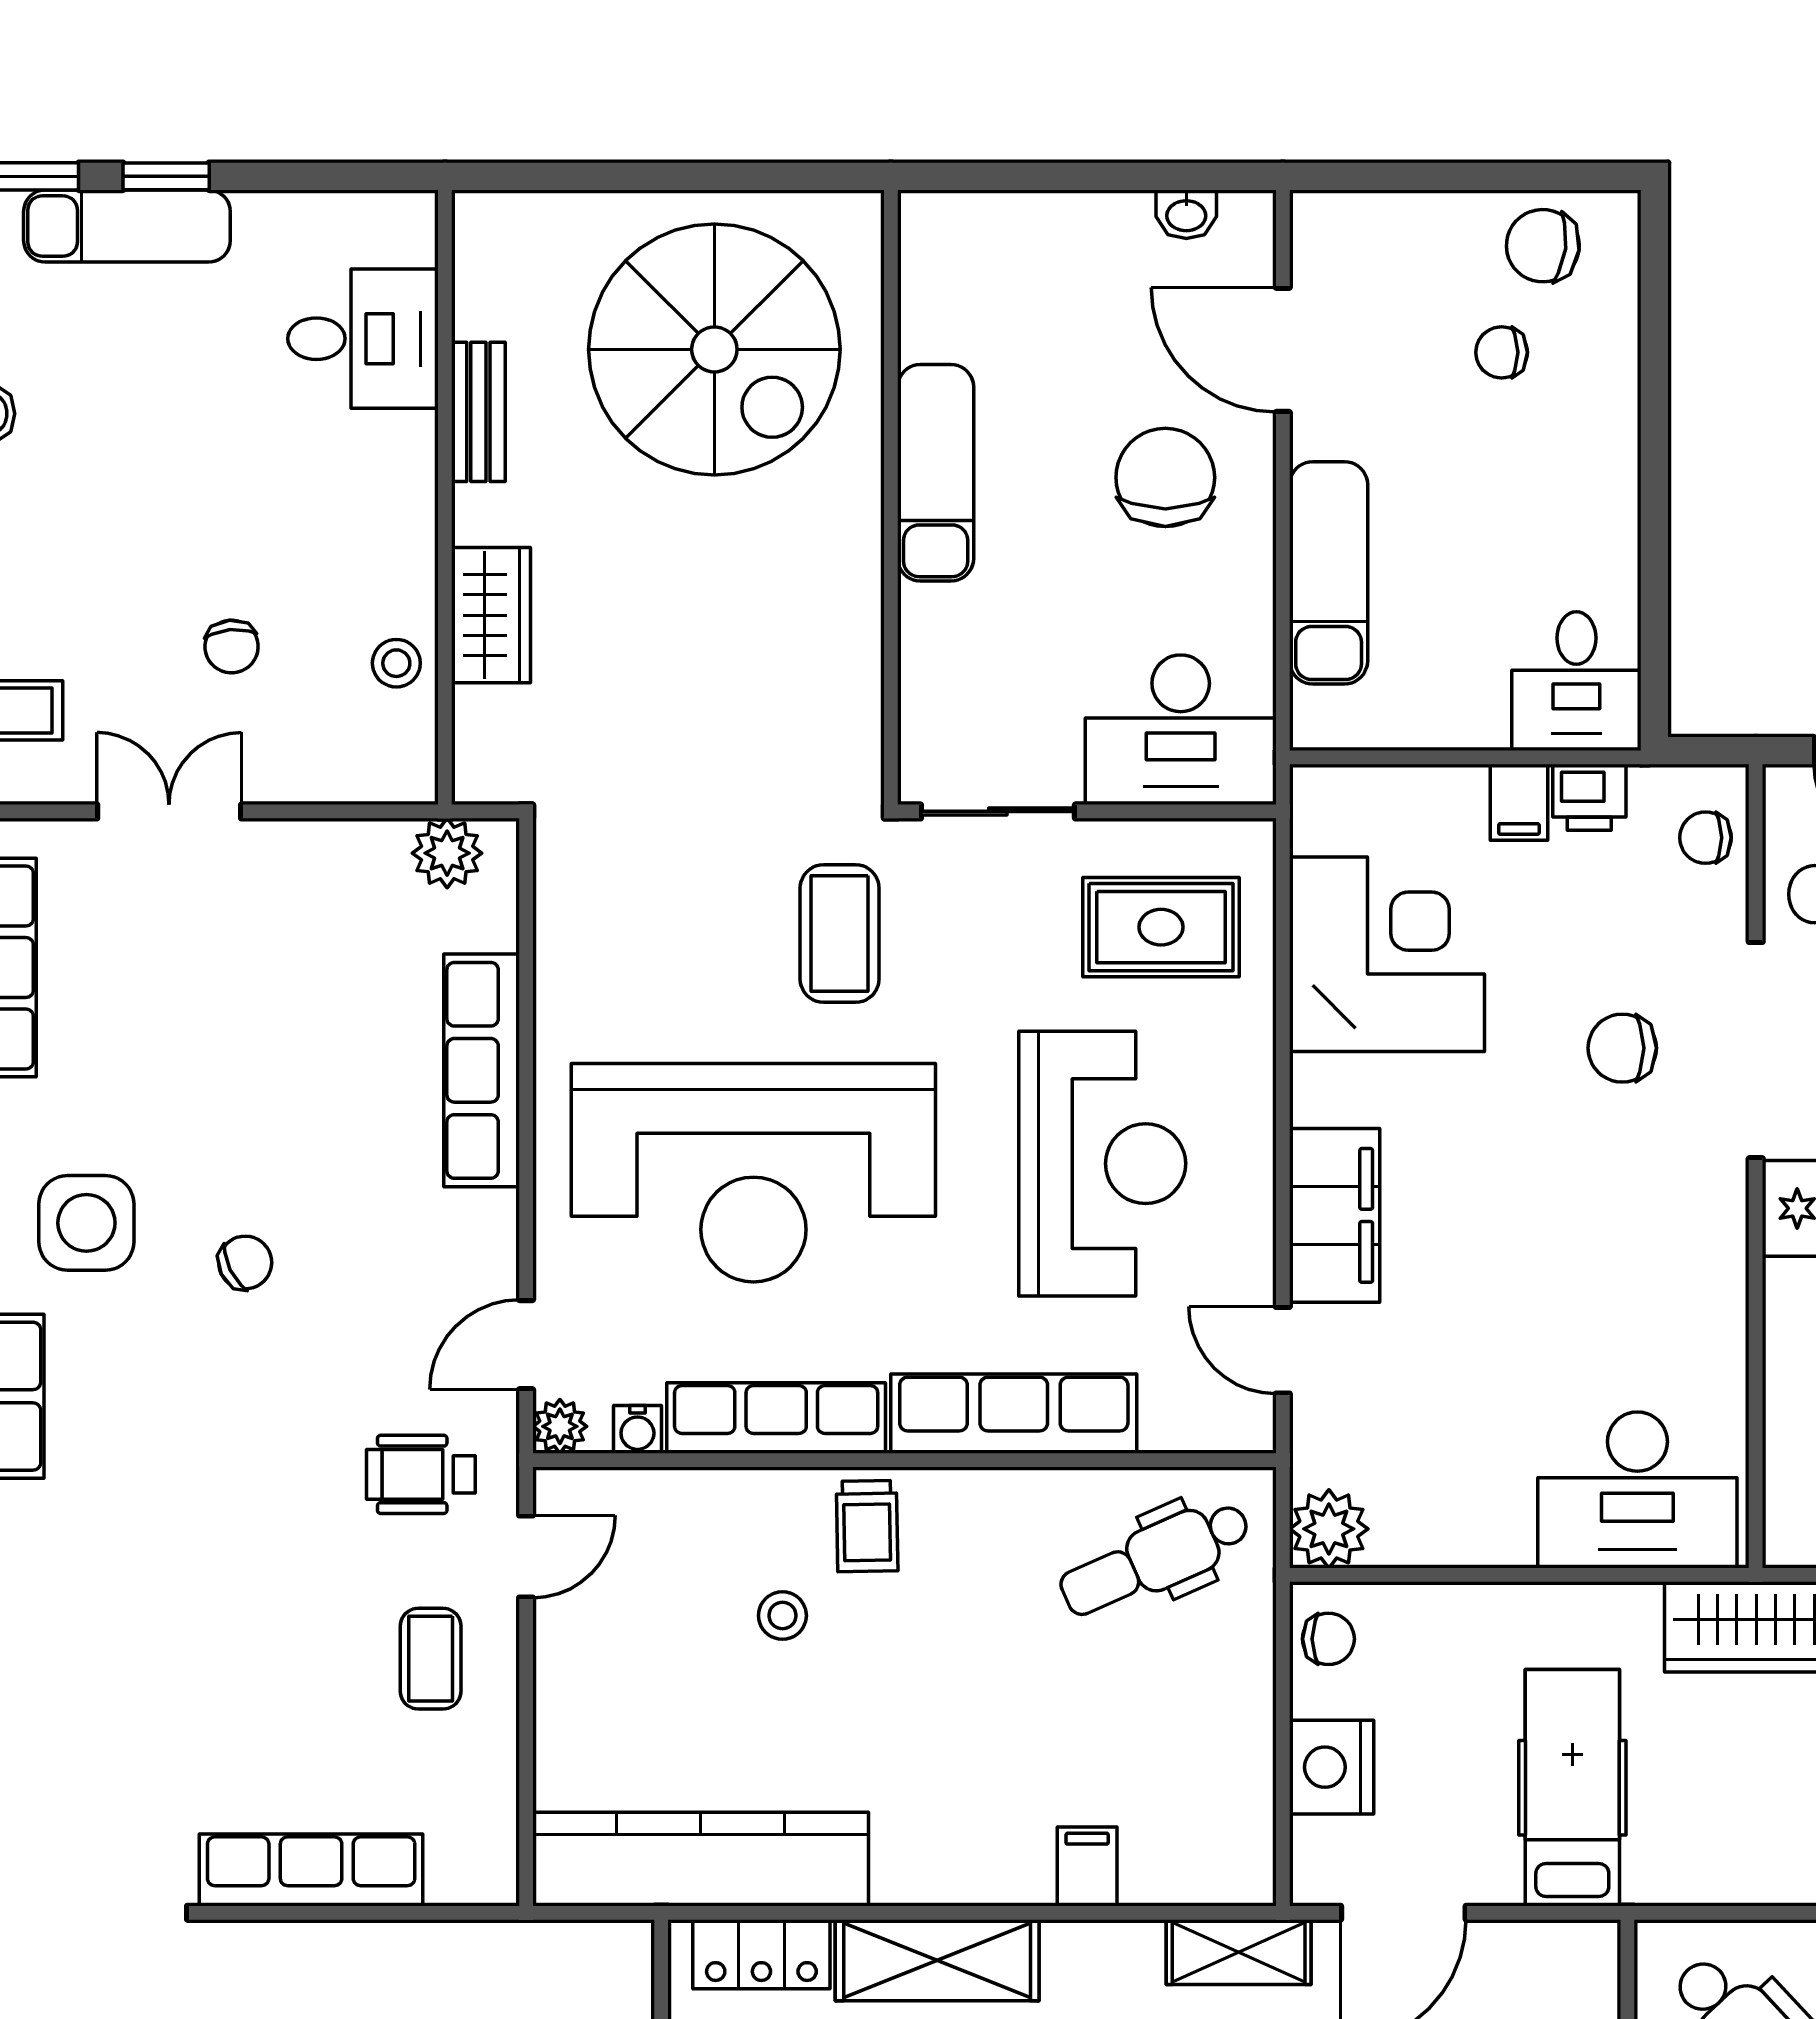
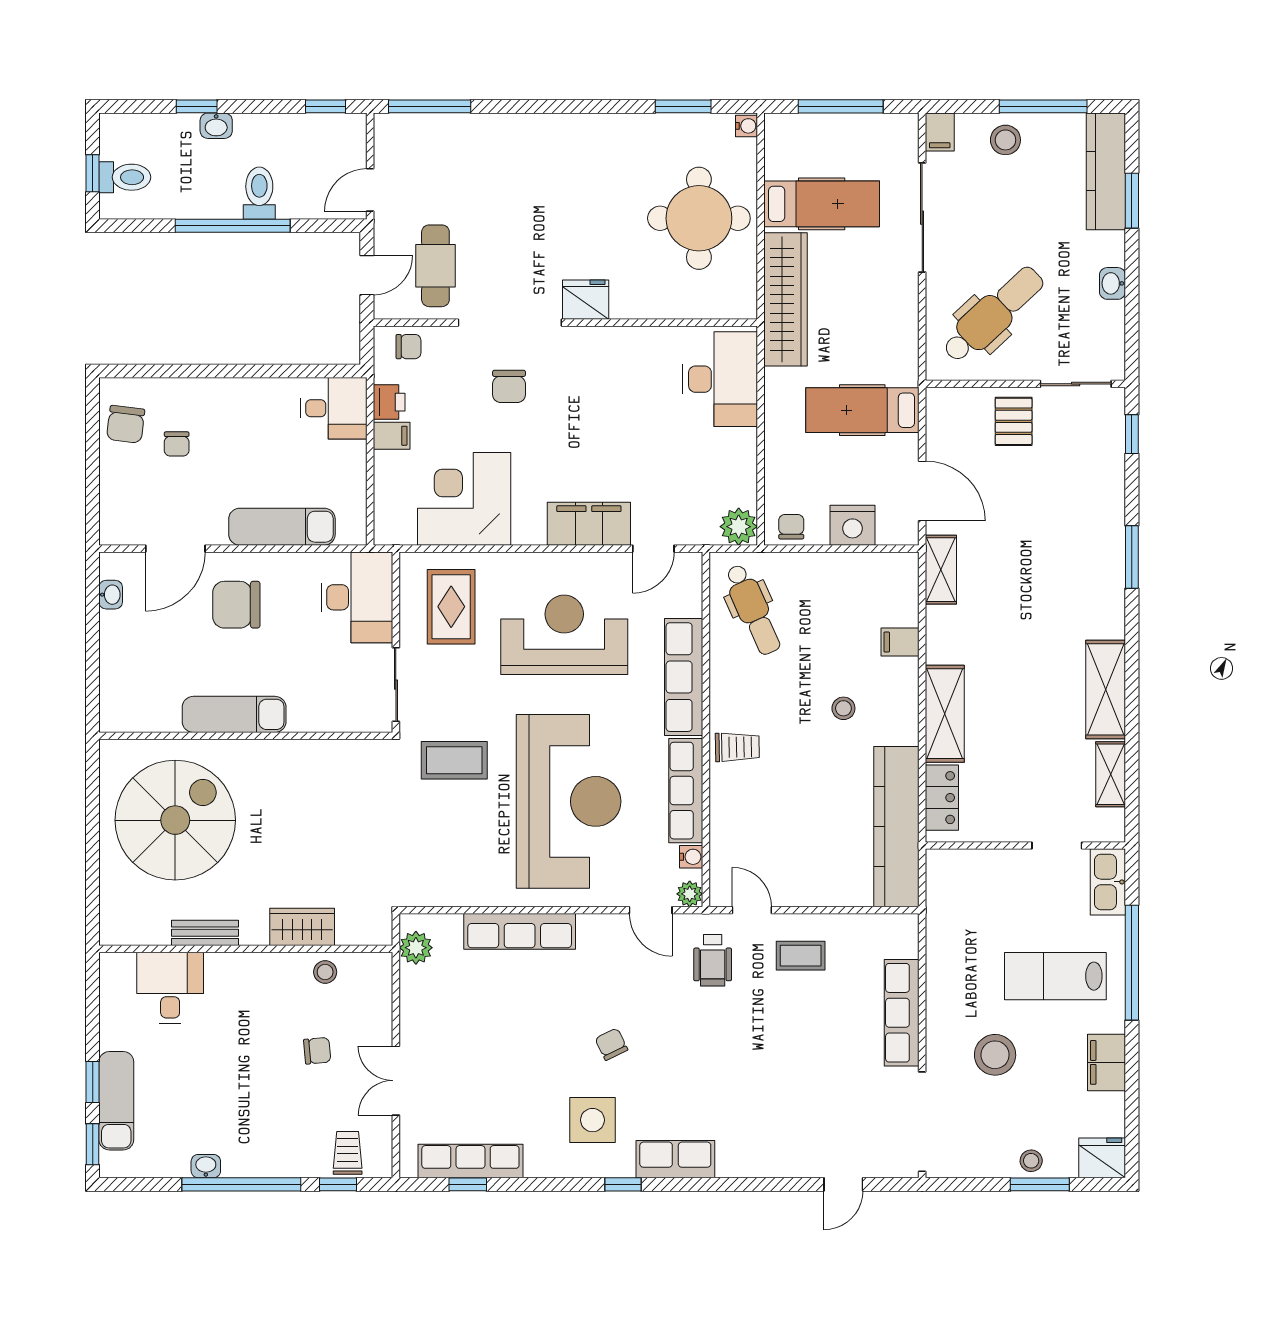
chair: (1705, 838) -> (408, 347), turned -90
stool: (782, 1616) -> (843, 708), moved

